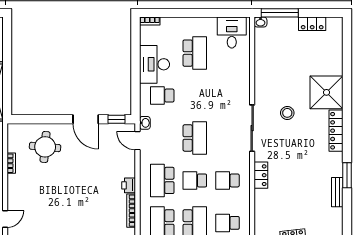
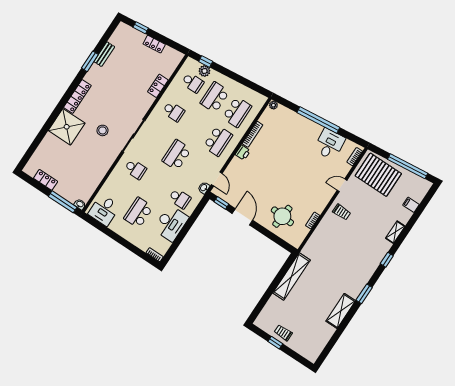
locker: (261, 175) -> (158, 86), moved
school desk: (195, 180) -> (135, 169), moved

